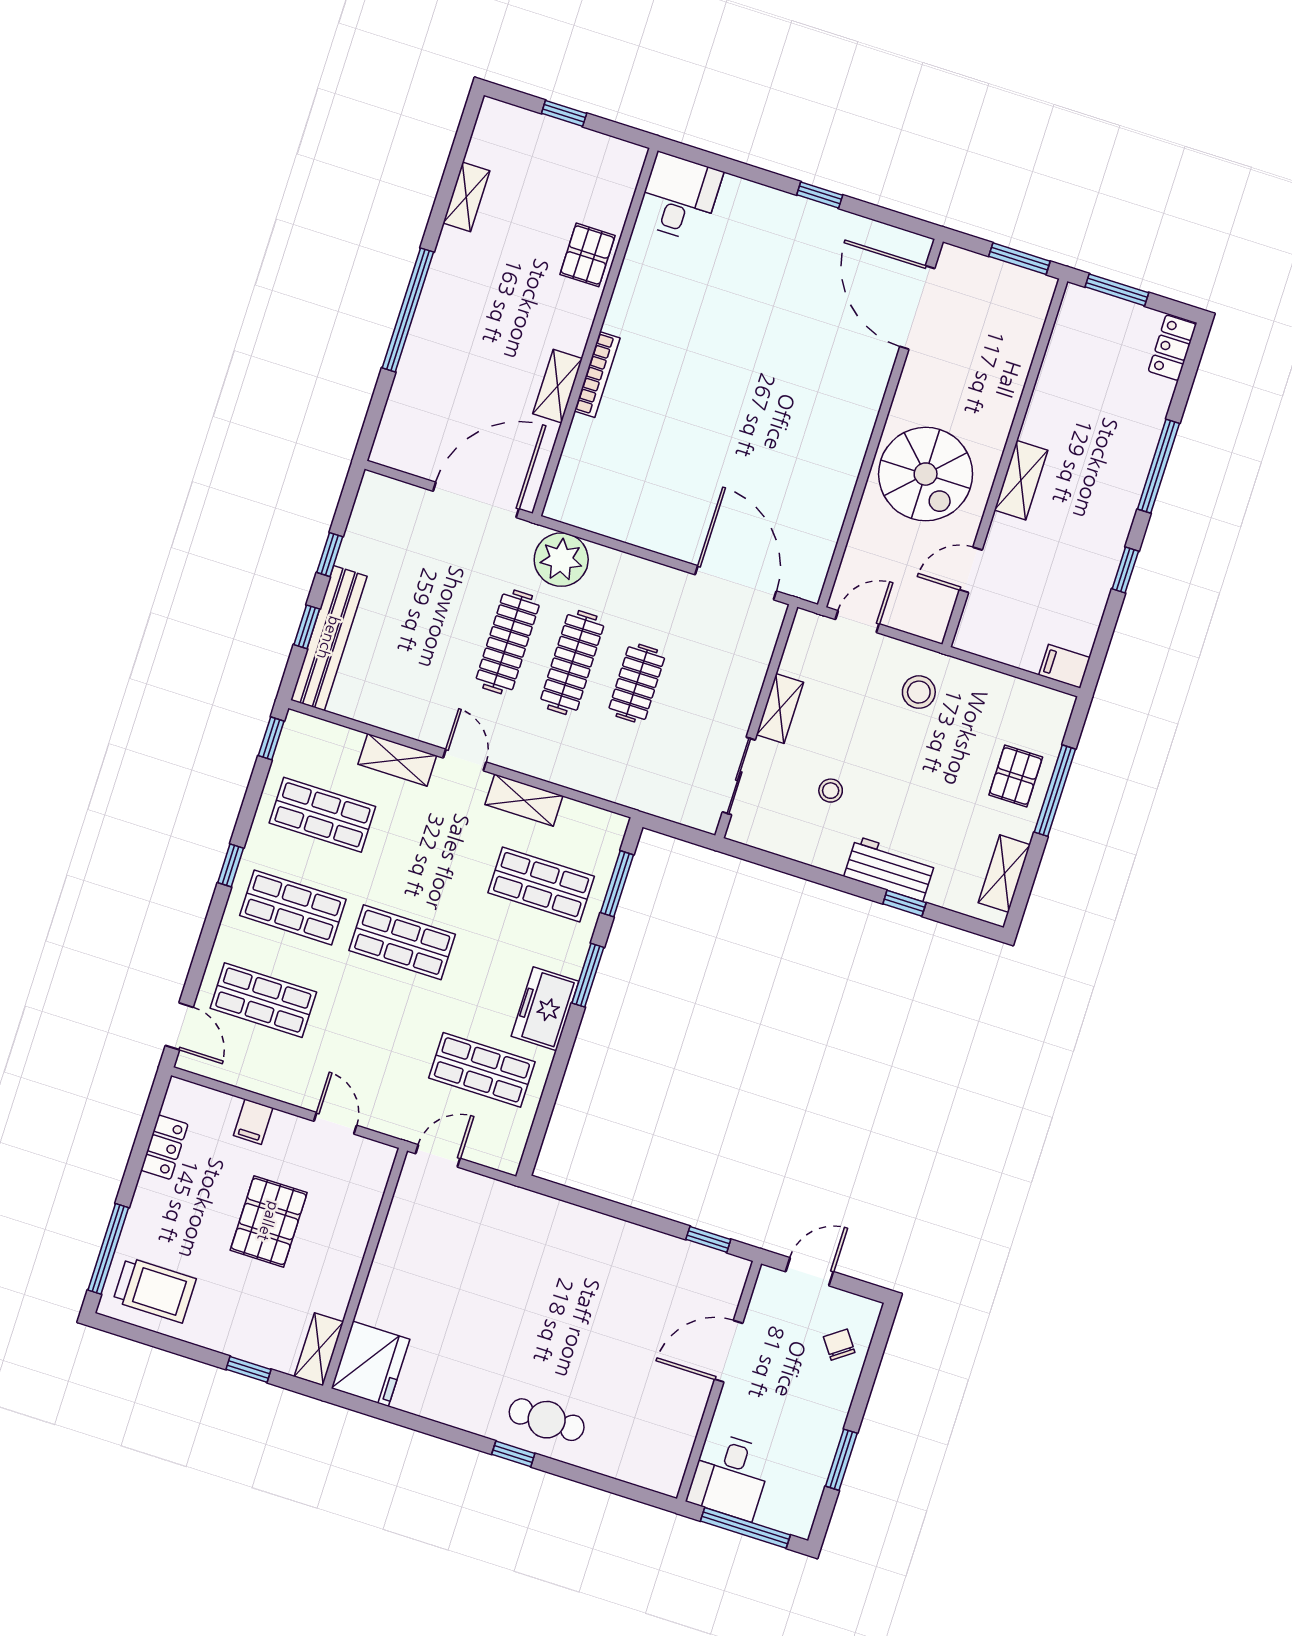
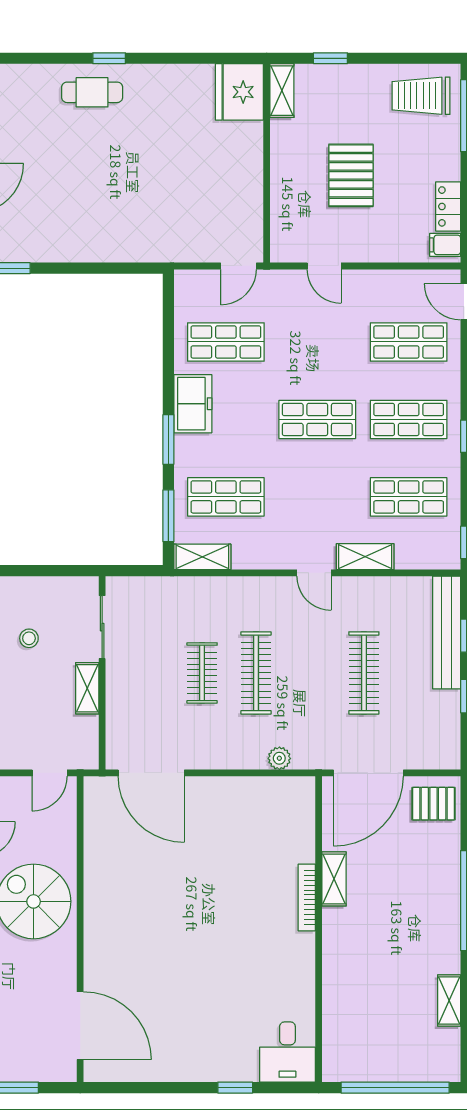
window: (564, 113) -> (395, 1088), width x3.17
window: (820, 195) -> (235, 1088), moved
pallet: (587, 255) -> (433, 804), moved, turned 90
plant: (561, 560) -> (279, 758), width x0.53, depth x0.53
clothes rail: (508, 642) -> (364, 673), moved
shelving: (524, 800) -> (202, 557), moved
filing cabinet: (253, 1122) -> (445, 245), moved, turned -90

